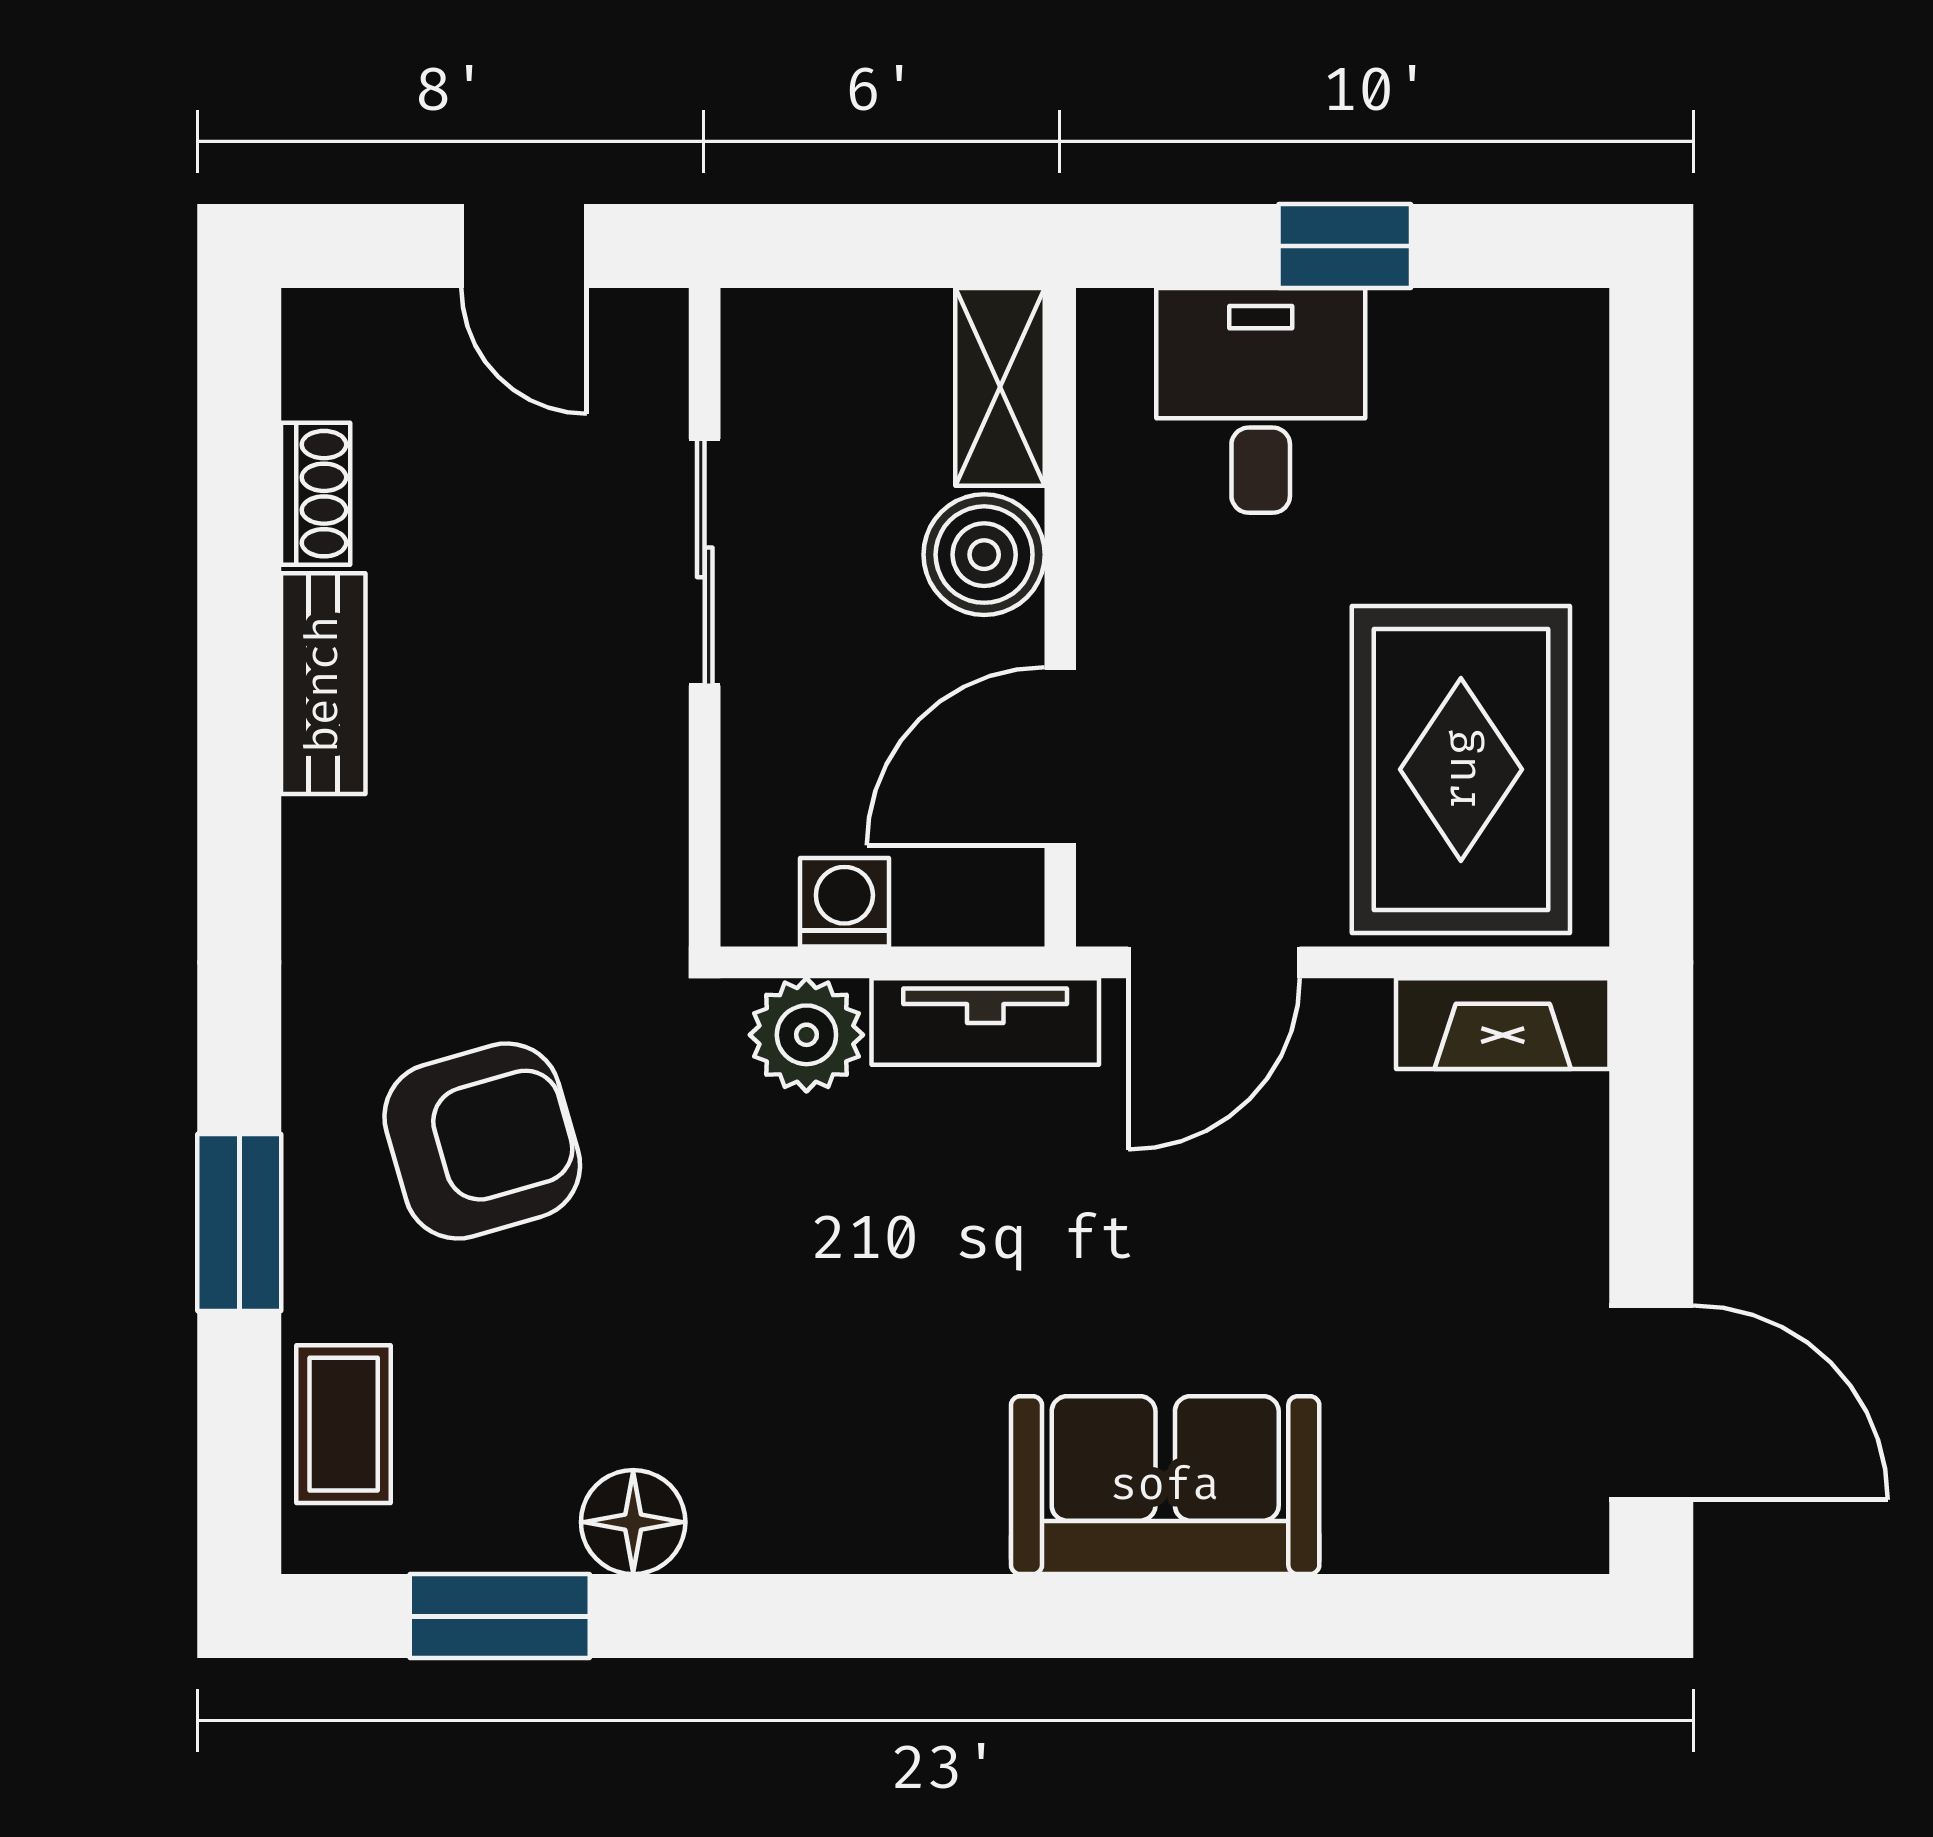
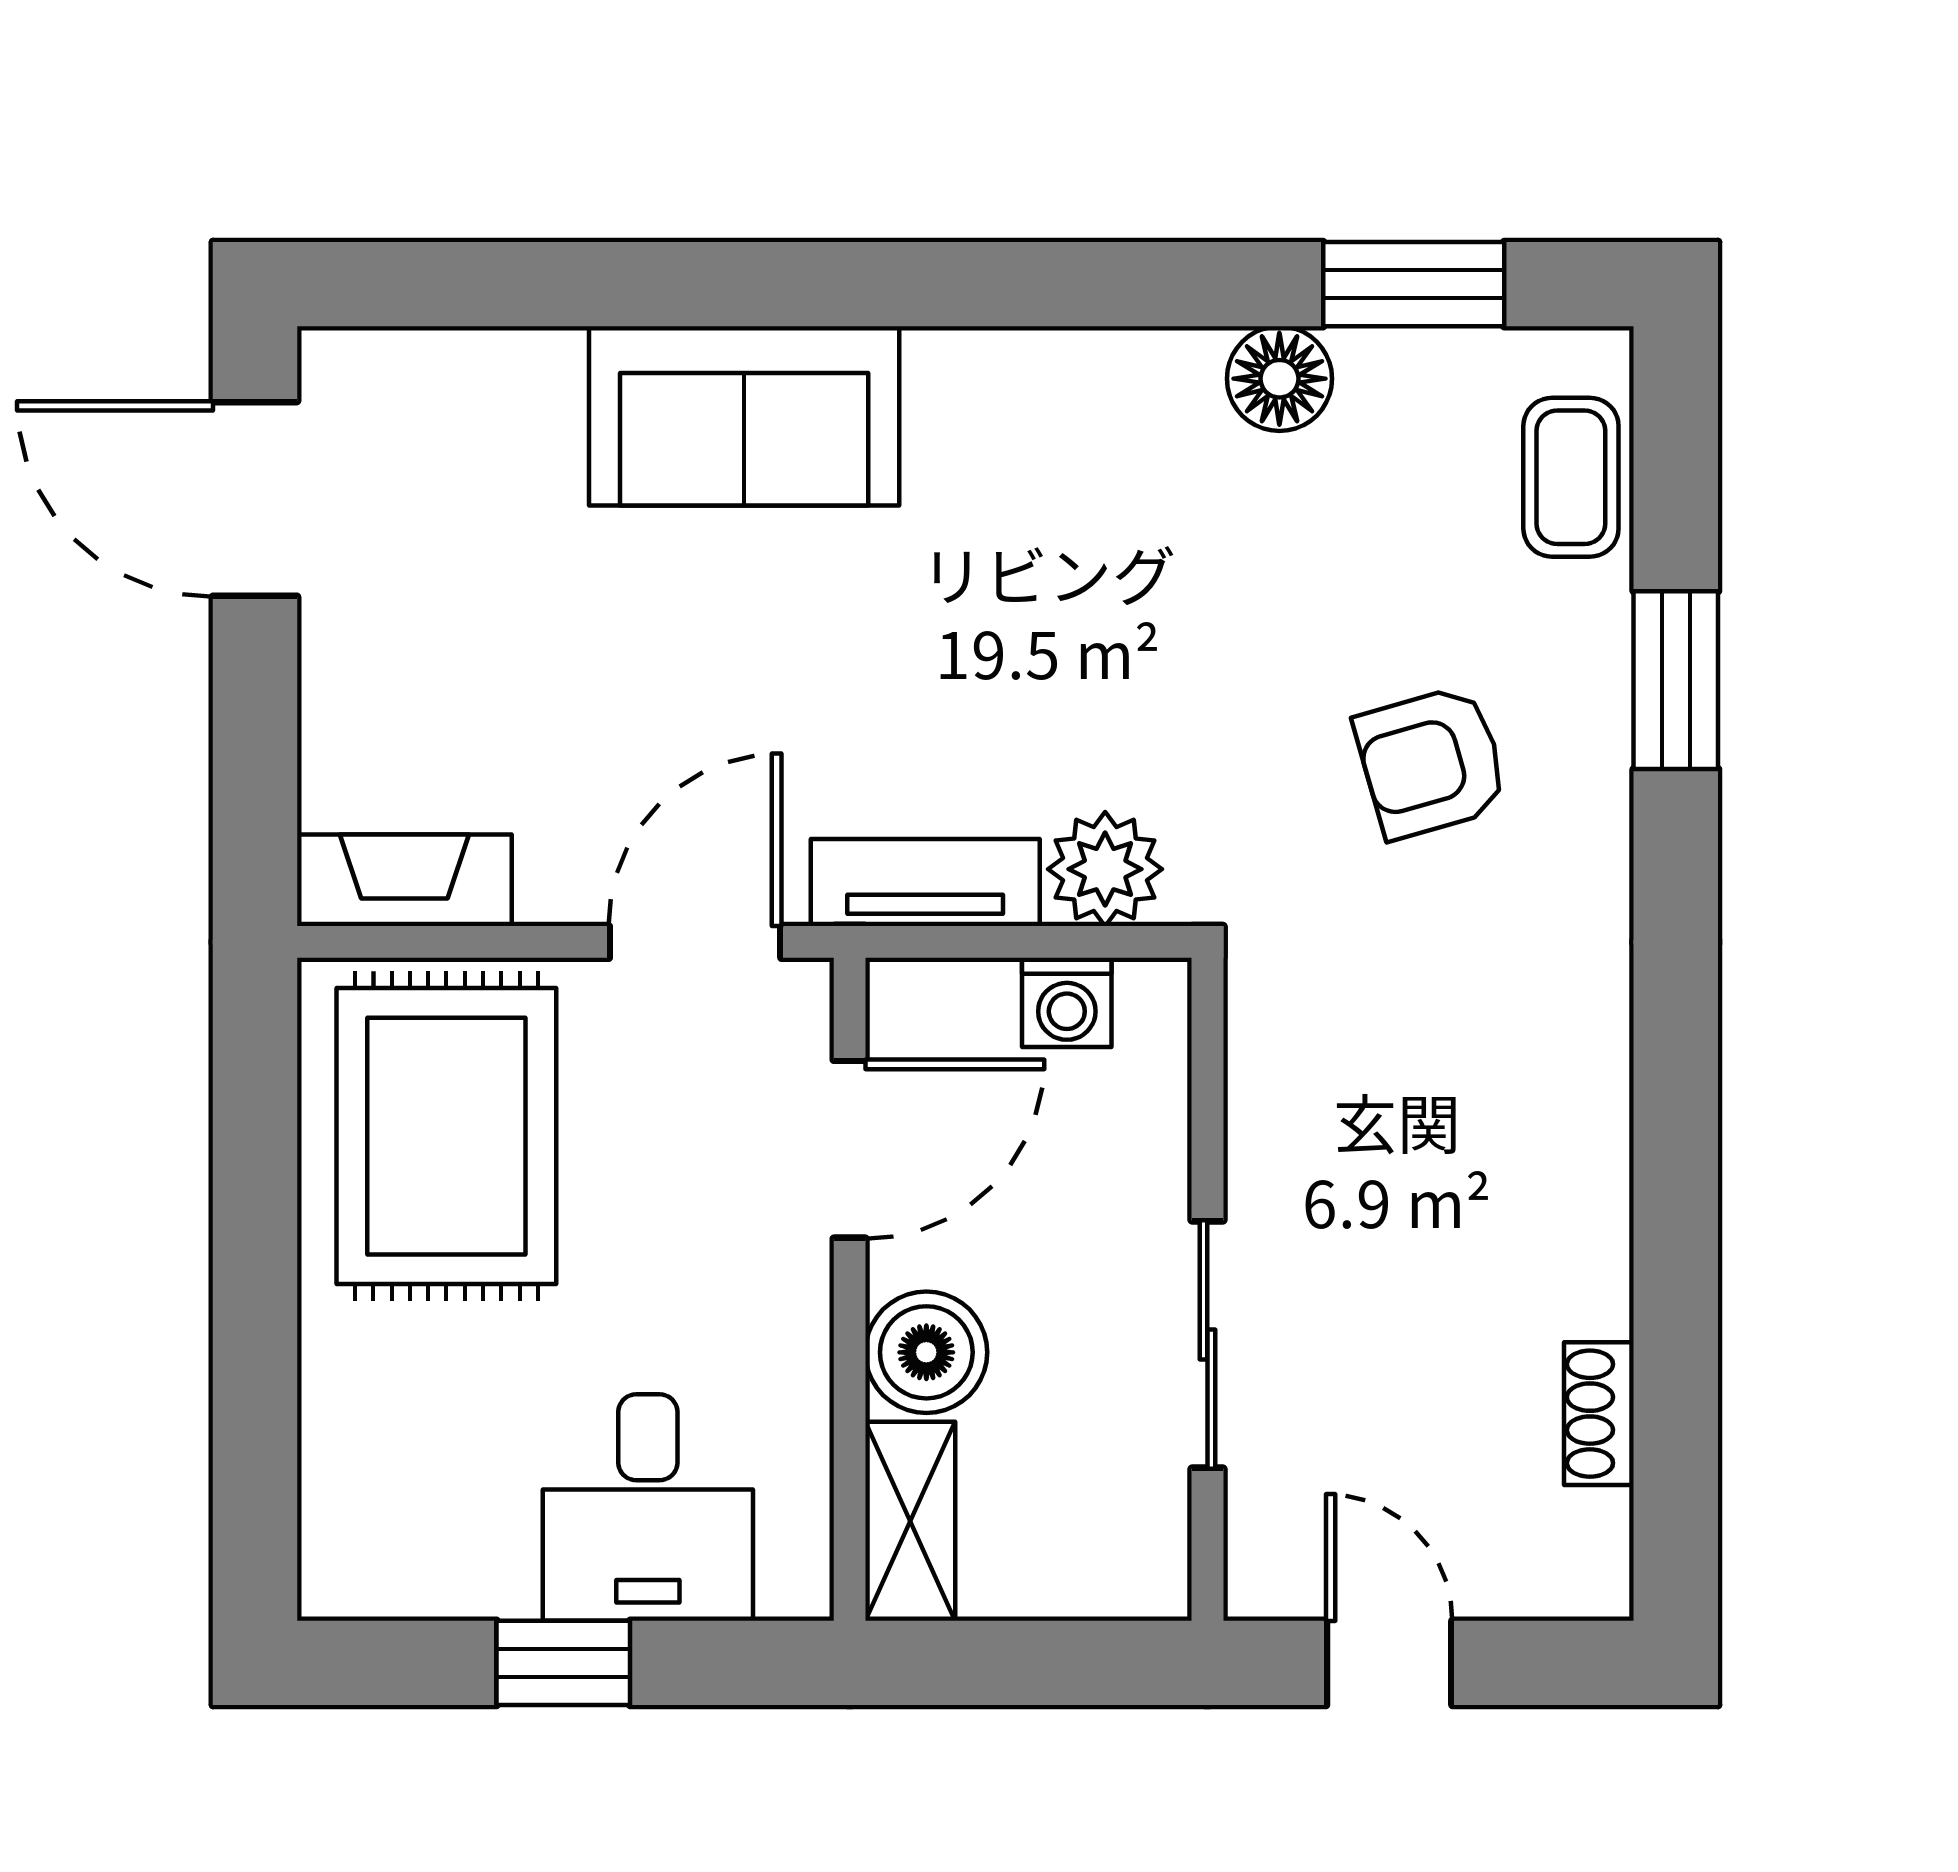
bench: (323, 684) -> (1591, 1222), removed
armchair: (482, 1141) -> (1431, 762), width x0.72, depth x0.72

